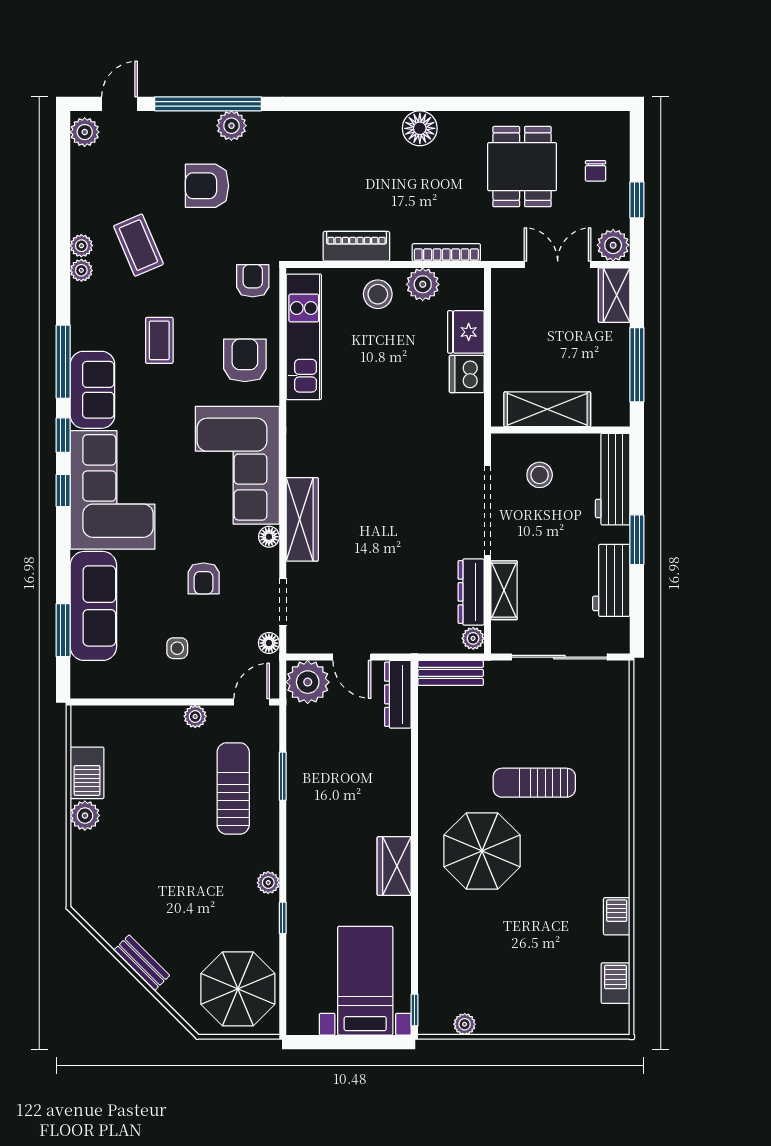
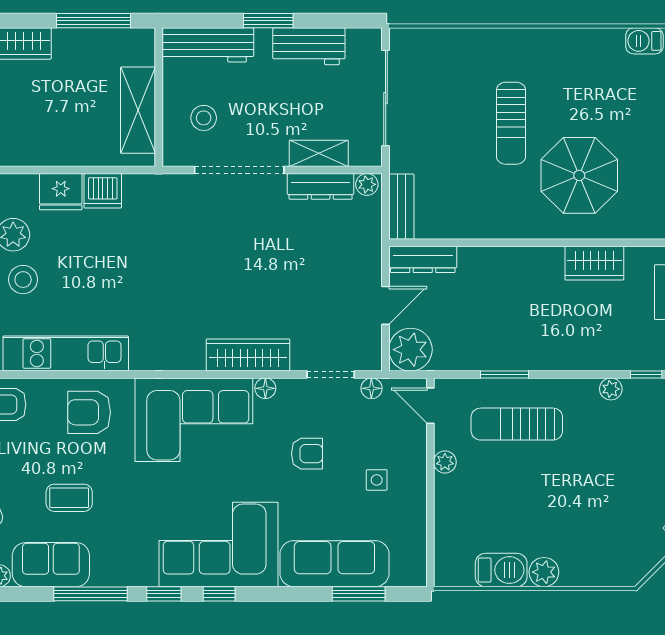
sofa: (92, 390) -> (51, 565), moved

